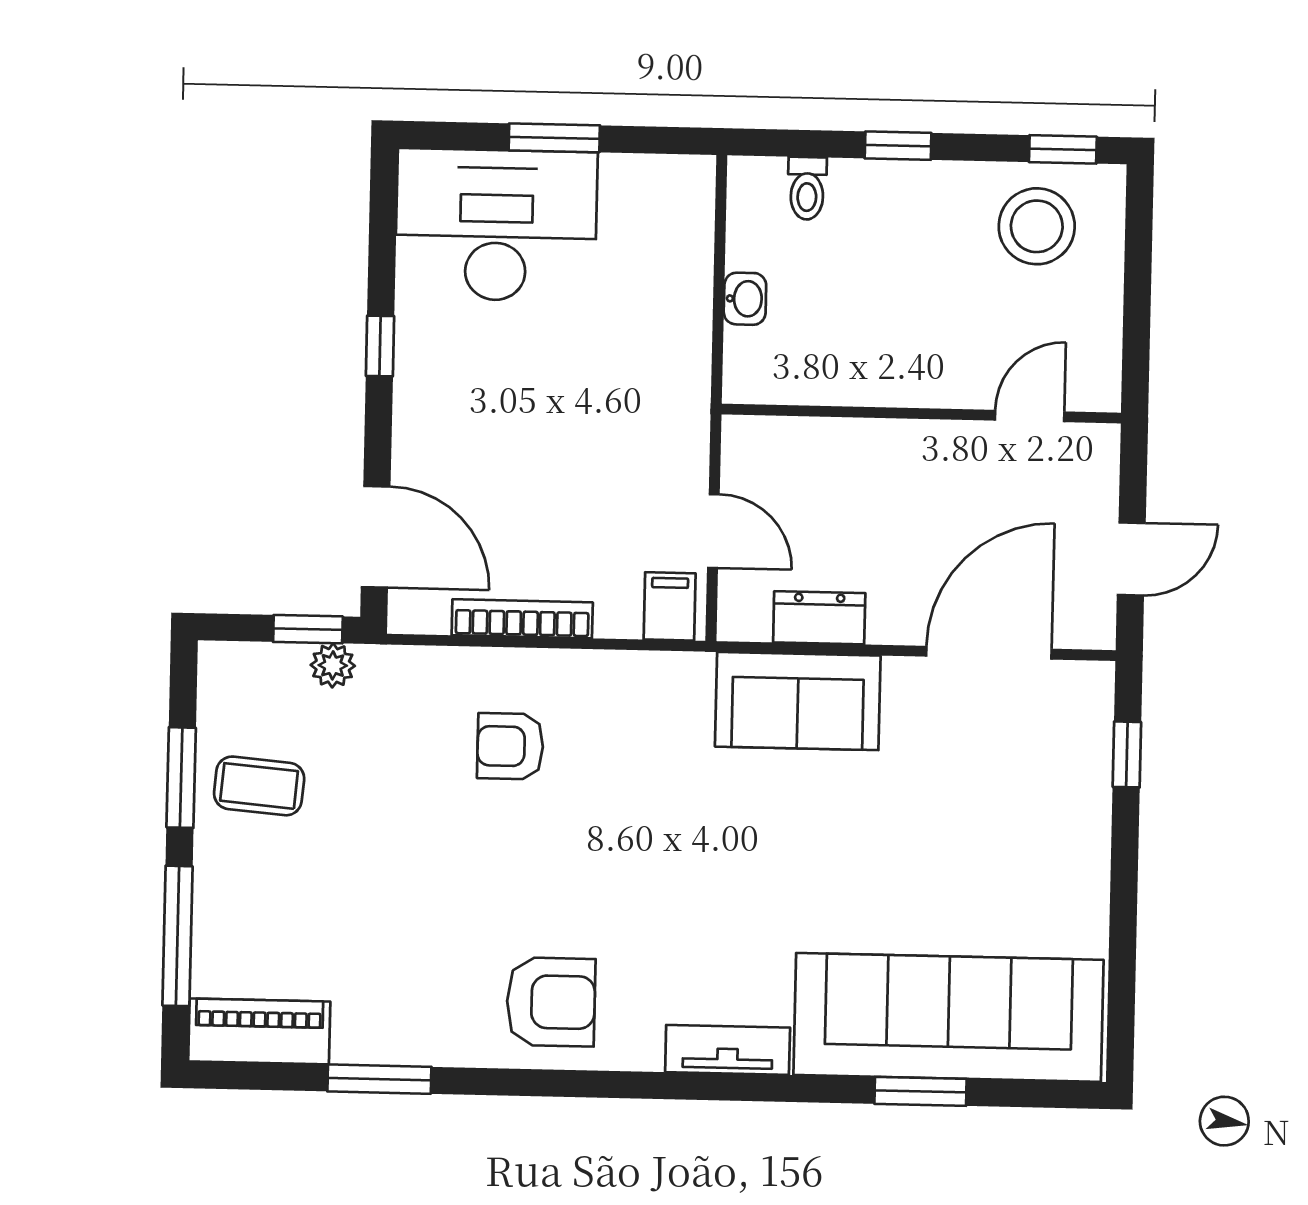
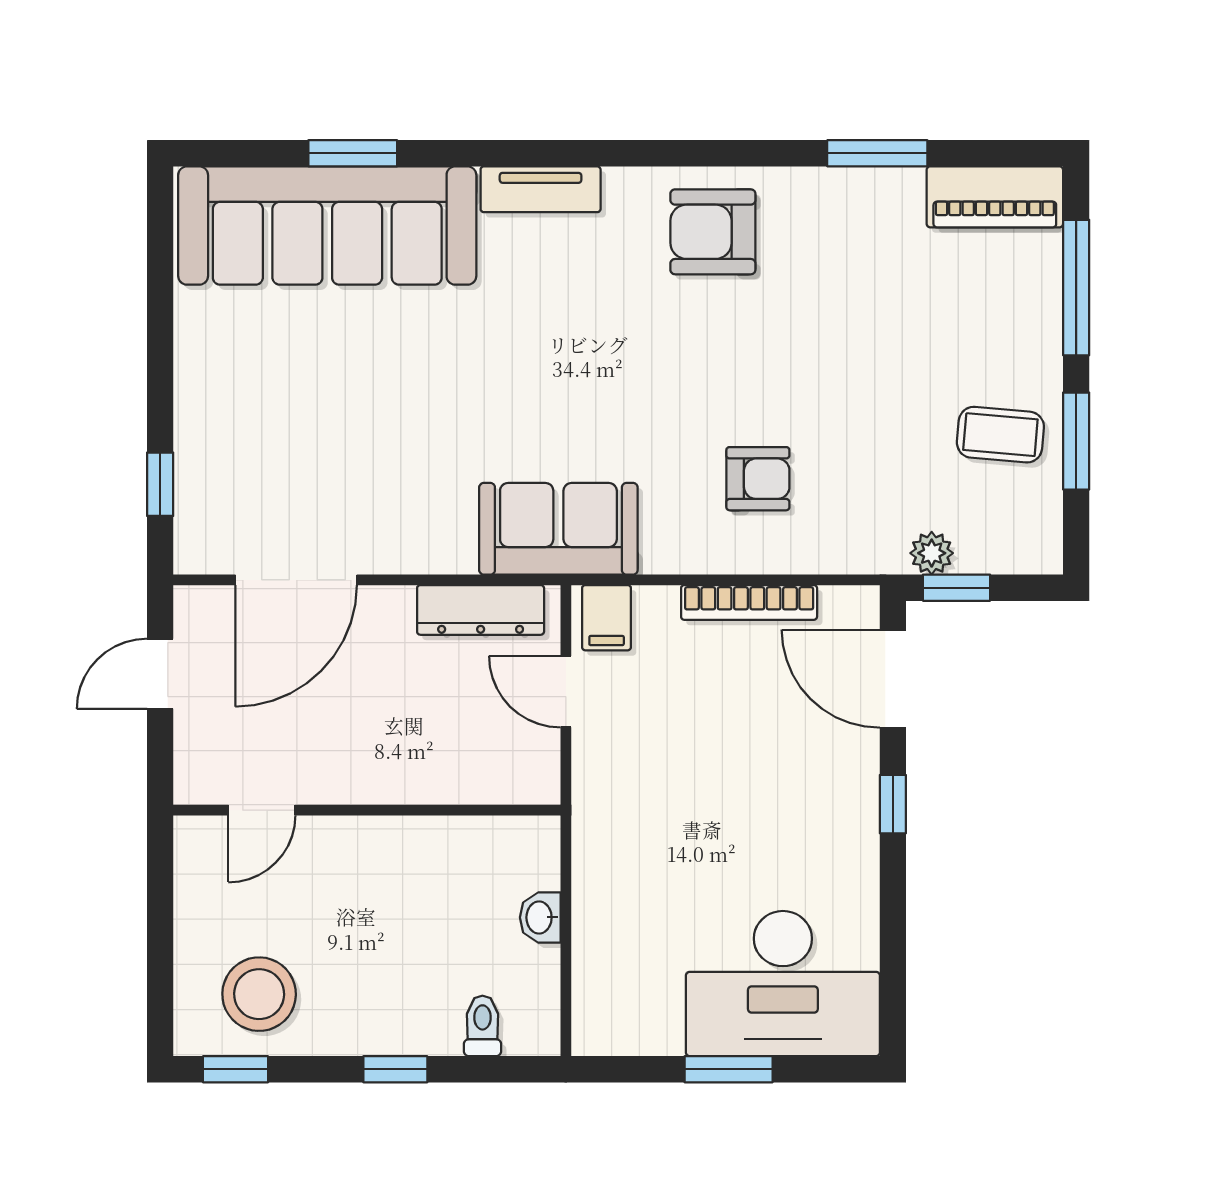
window: (380, 346) -> (893, 804), moved
dresser: (819, 618) -> (481, 610), width x1.44
sofa: (798, 701) -> (558, 529), moved

